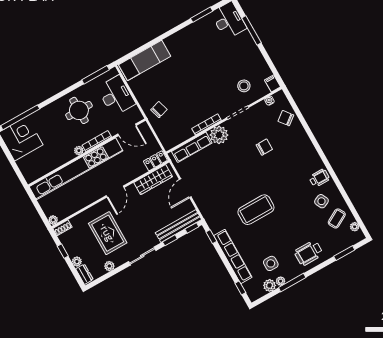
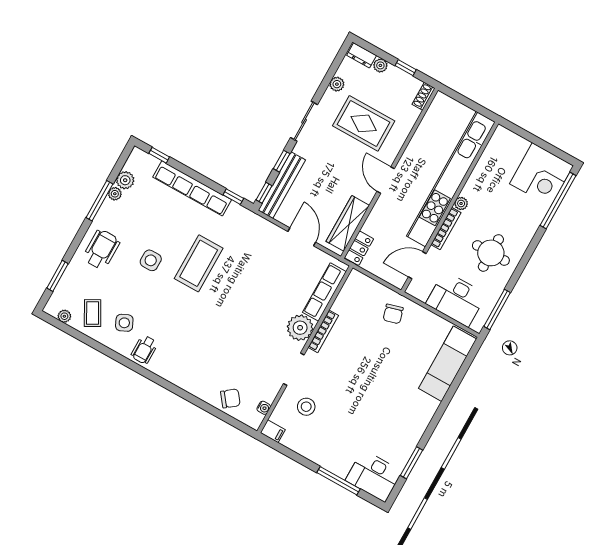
chair: (264, 147) -> (235, 347), removed
plant: (53, 220) -> (441, 99), removed
side table: (271, 263) -> (151, 260), moved

